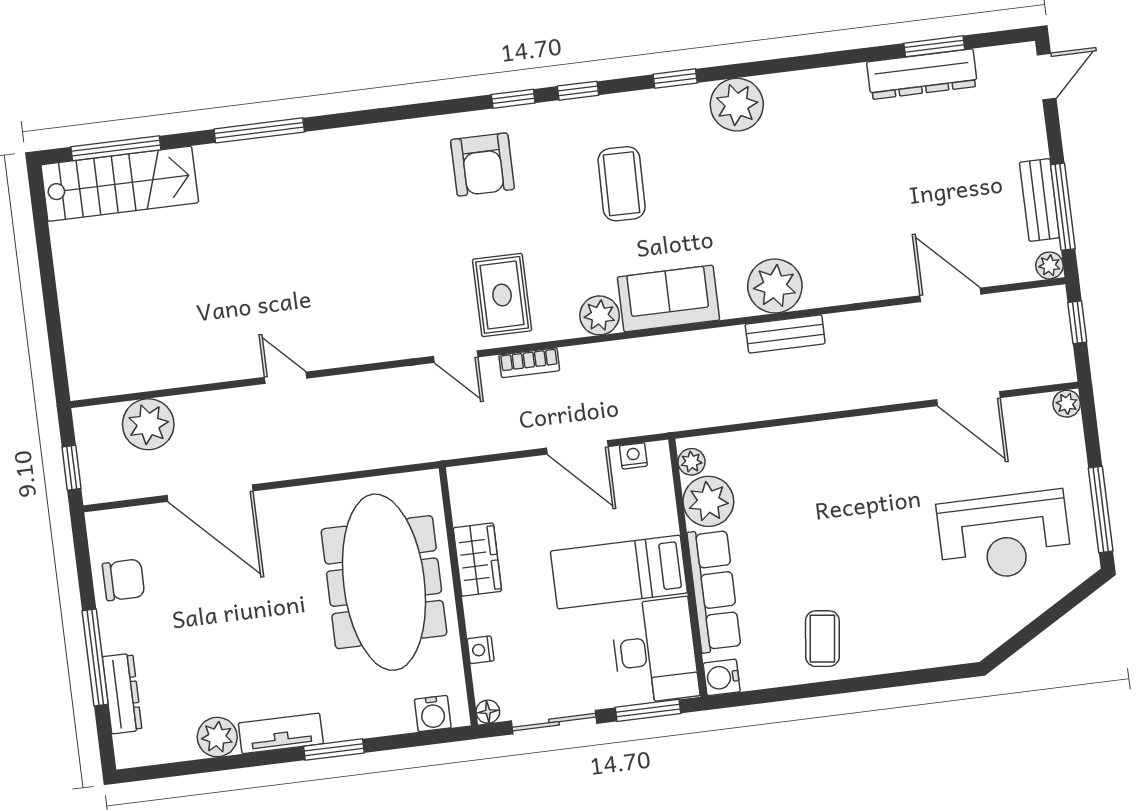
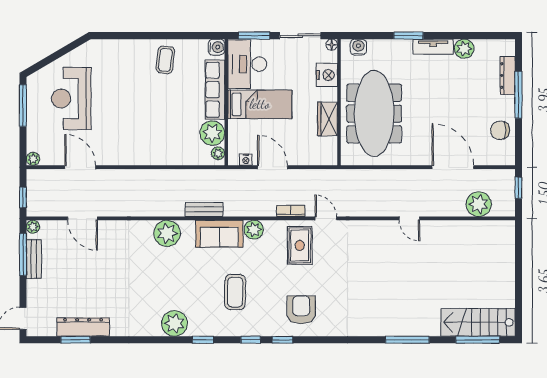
bench: (785, 334) -> (204, 210), moved
reception desk: (1004, 536) -> (71, 99), turned -90
nightstand: (481, 650) -> (327, 75), width x1.89, depth x1.79

